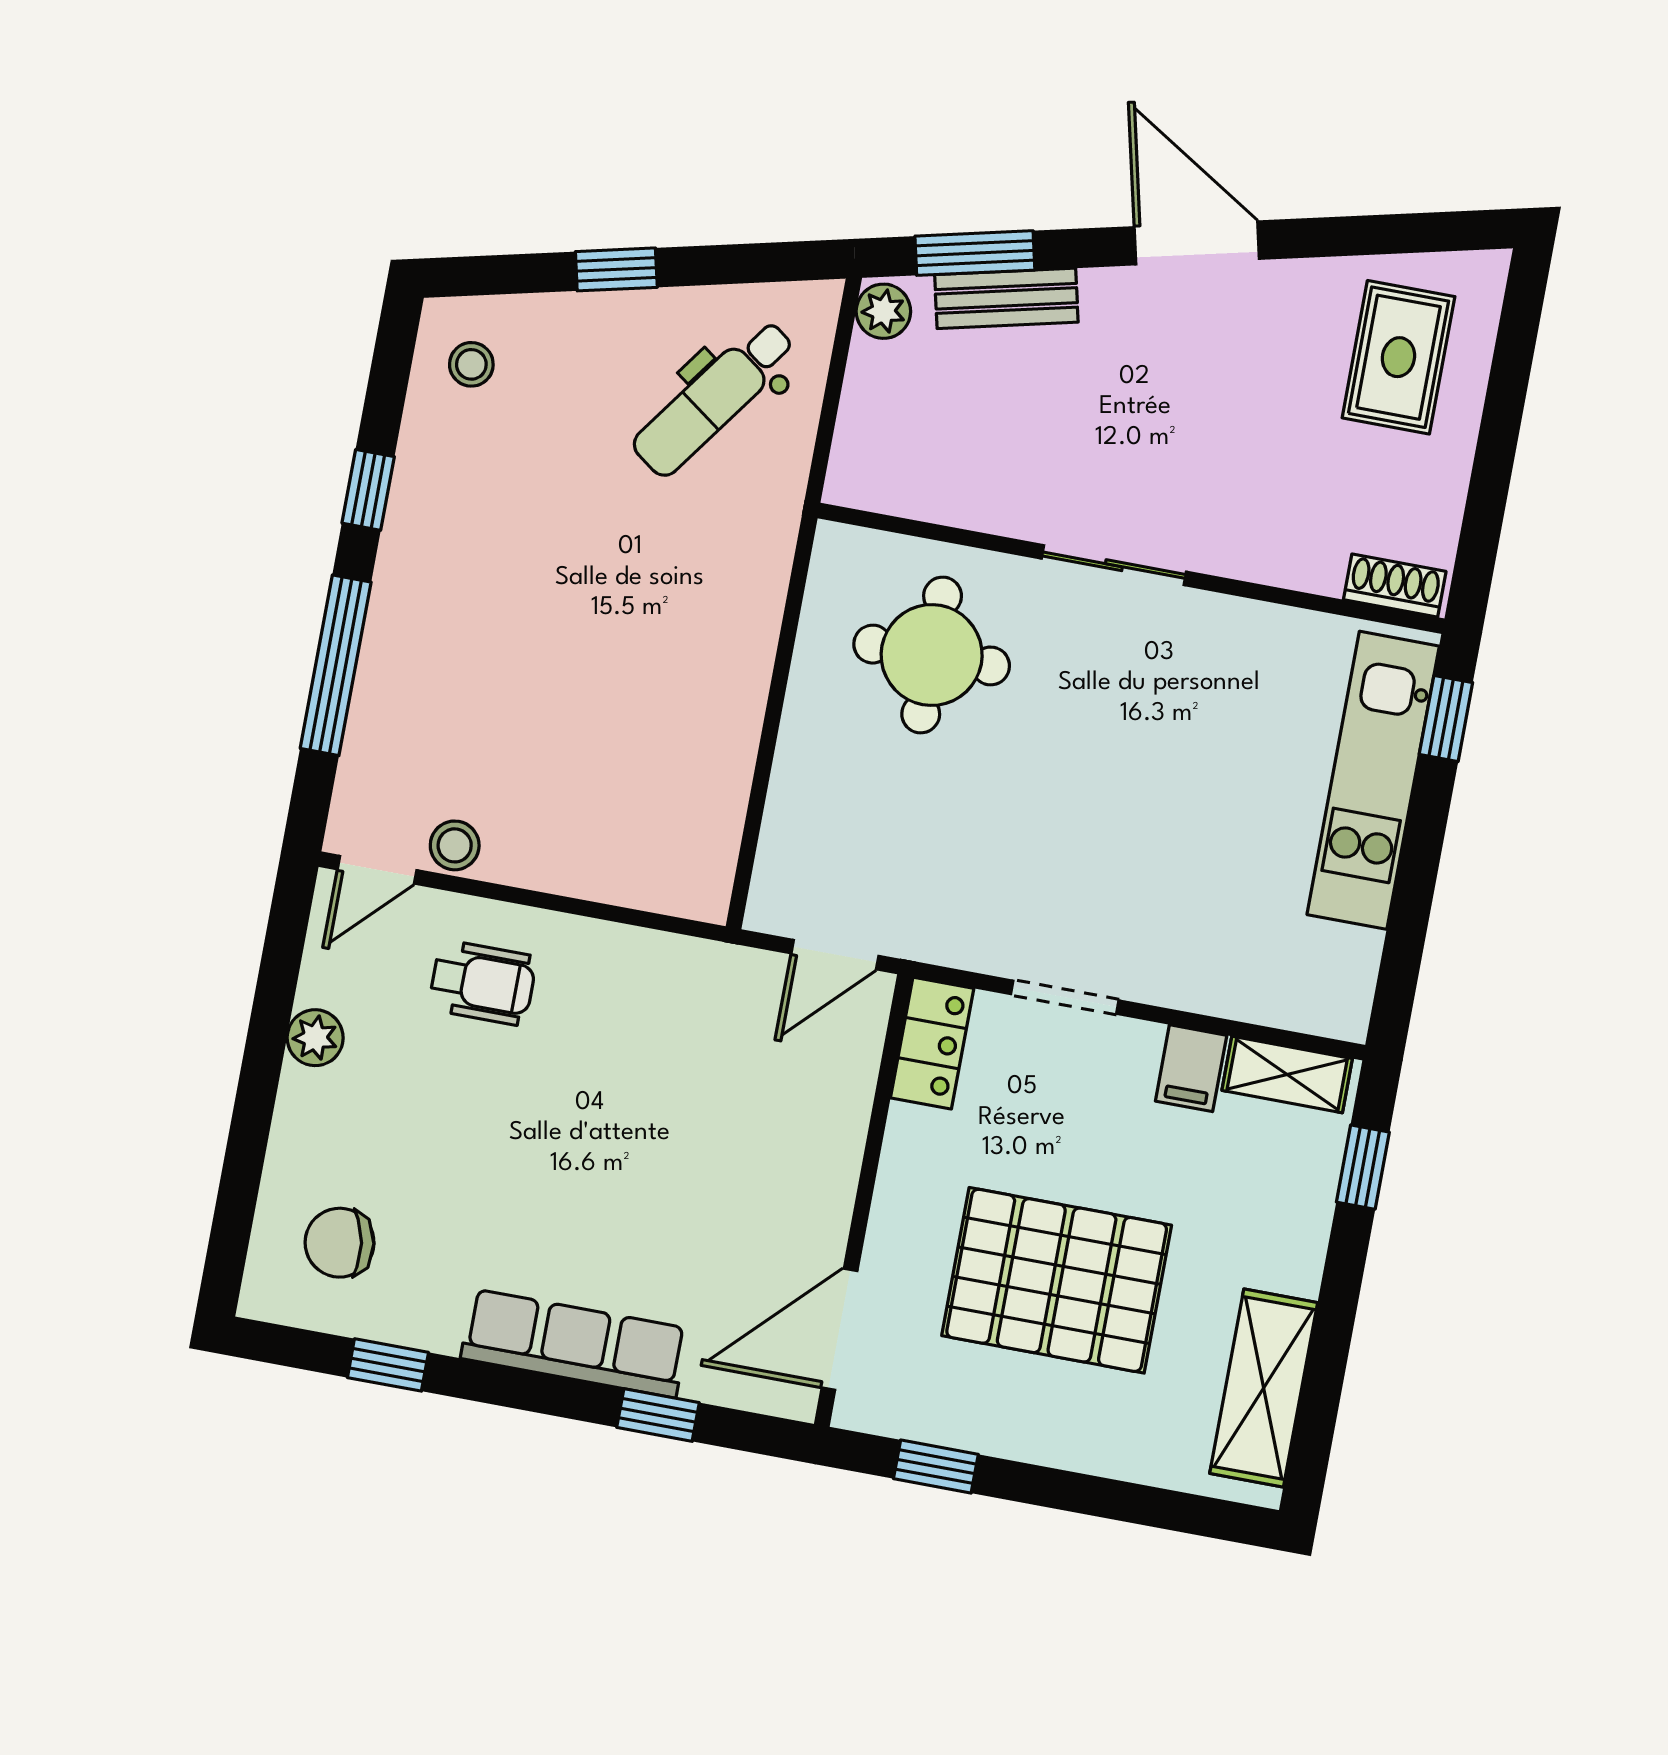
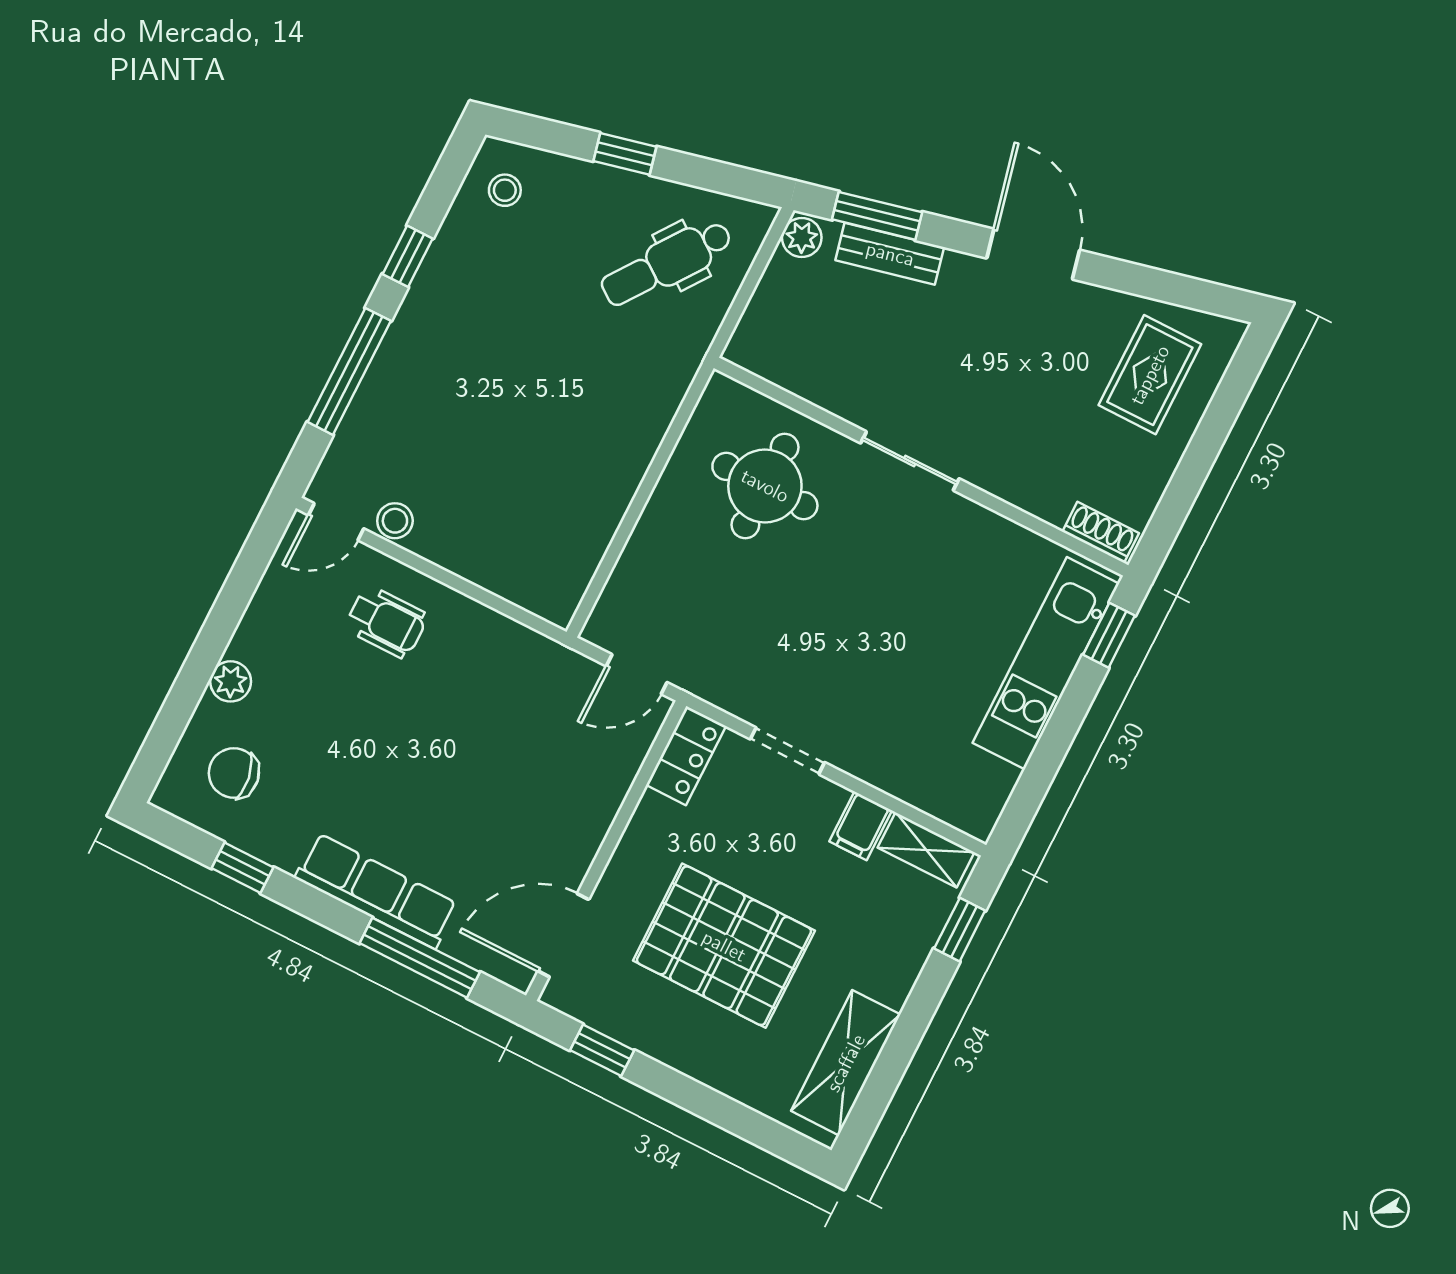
plant: (315, 1038) -> (231, 681), moved
window: (658, 1415) -> (420, 958), width x2.17

